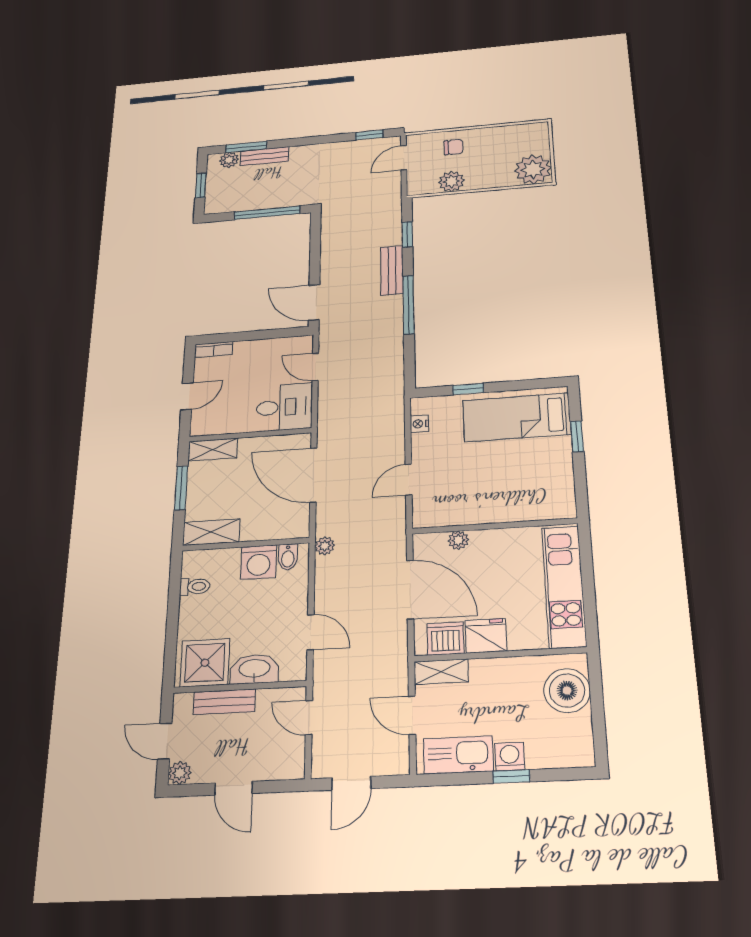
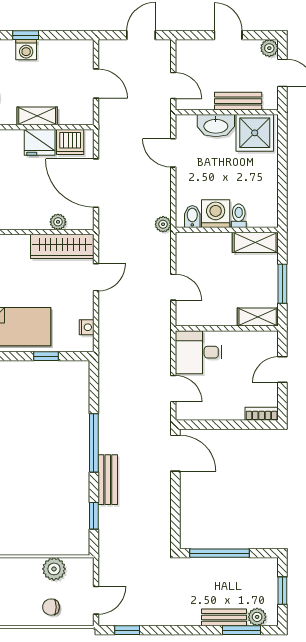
door: (313, 475) -> (173, 287), width x0.53
wardrobe: (452, 512) -> (62, 246), added
toilet: (195, 587) -> (239, 216), moved, turned 90
shelving: (441, 672) -> (37, 116), moved
kitchen sink: (458, 755) -> (63, 52), removed

